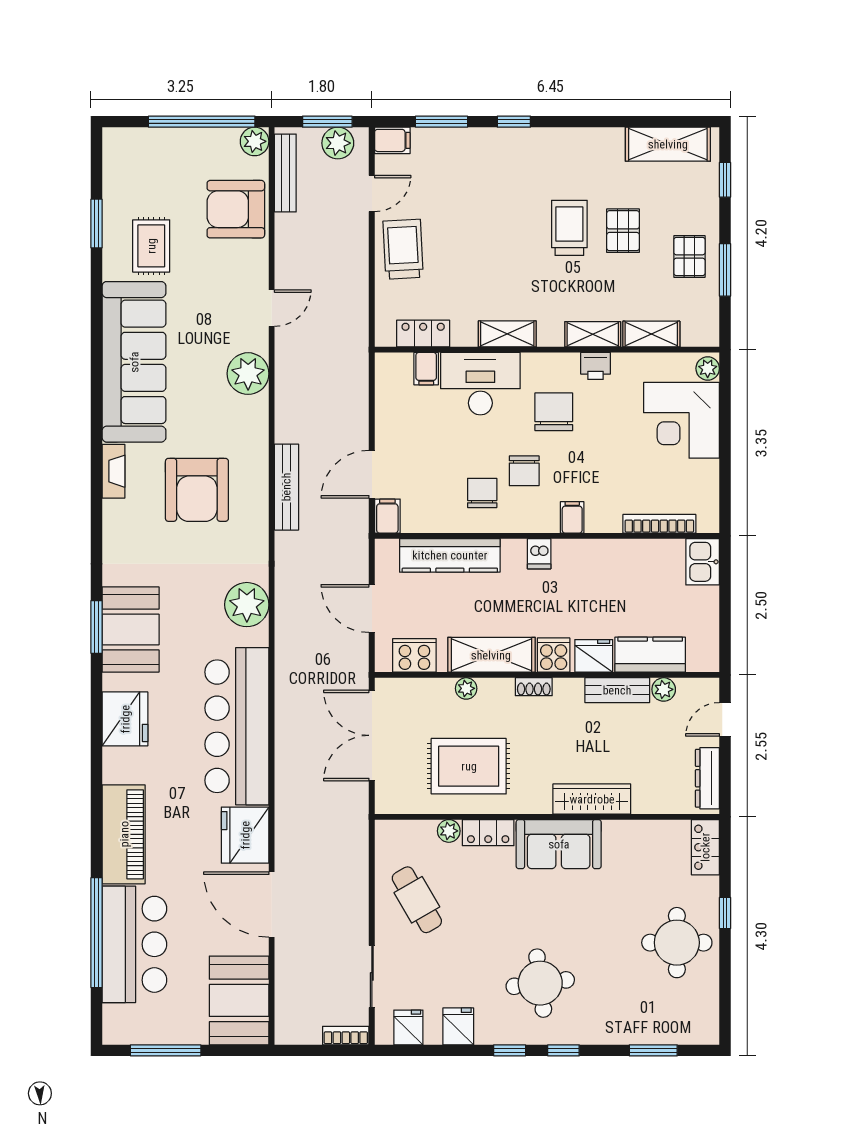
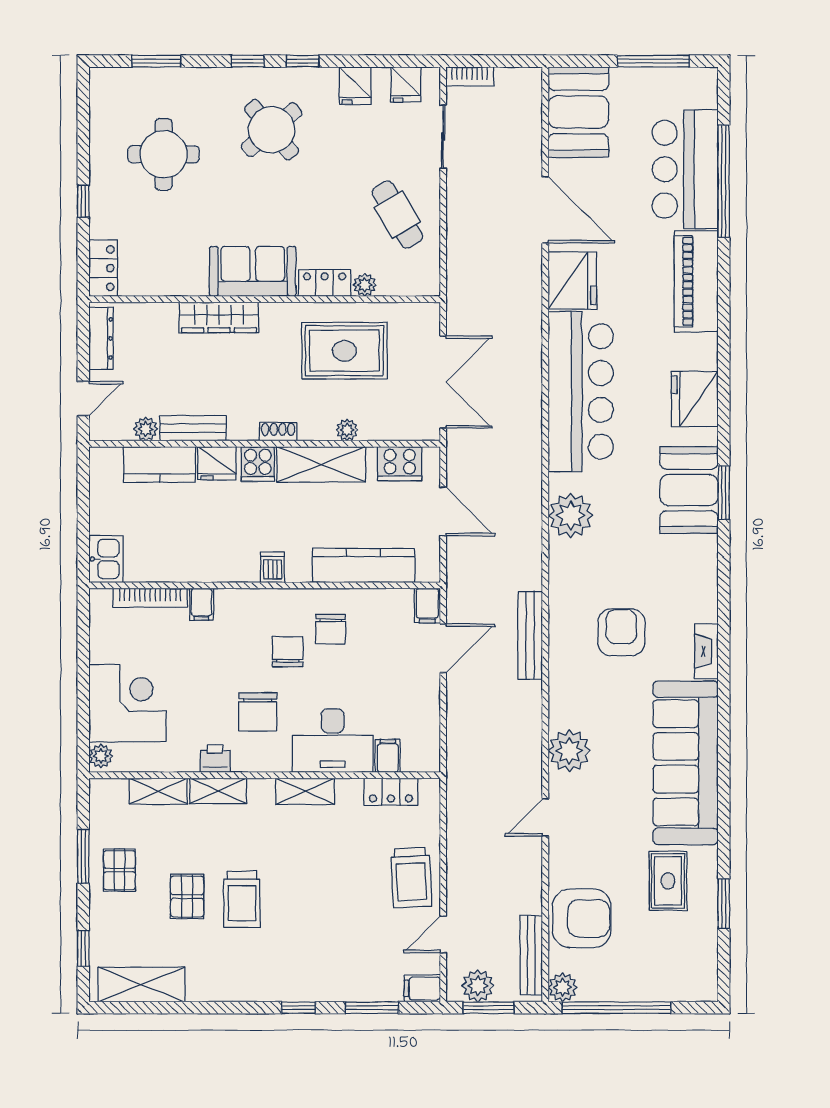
armchair: (197, 490) -> (621, 632), width x0.73, depth x0.73
filing cabinet: (572, 517) -> (201, 604), moved
round table: (677, 943) -> (164, 154), moved
round table: (540, 983) -> (272, 130), turned -33

